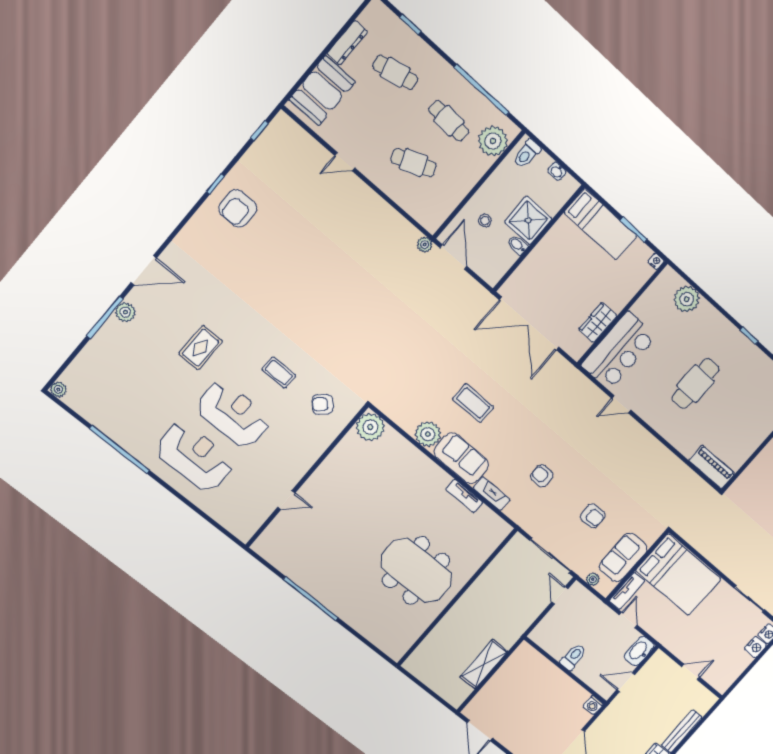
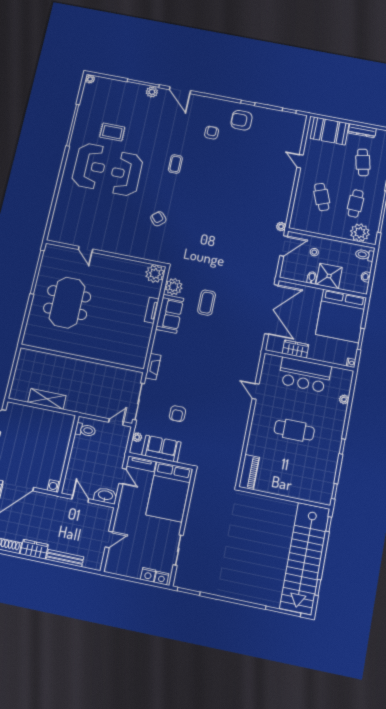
bed: (601, 224) -> (341, 316), width x2.04
plant: (687, 299) -> (344, 399), width x0.53, depth x0.53
double door: (529, 324) -> (271, 309), swing flipped
rug: (201, 348) -> (112, 132), moved
bar counter: (619, 351) -> (305, 375), moved
coffee table: (279, 372) -> (175, 164), moved
reception desk: (233, 414) -> (126, 174), turned 180
plant: (370, 427) -> (155, 274), moved
wall: (307, 476) -> (106, 253), moved
armchair: (542, 476) -> (212, 133), moved
fireplace: (492, 494) -> (153, 367), moved
tv unit: (464, 496) -> (152, 310), moved
door: (286, 500) -> (86, 249), moved
meeting table: (416, 570) -> (67, 303), moved
door: (628, 620) -> (122, 476), hinge flipped
toilet: (573, 657) -> (85, 430), moved
door: (691, 672) -> (109, 539), hinge flipped

